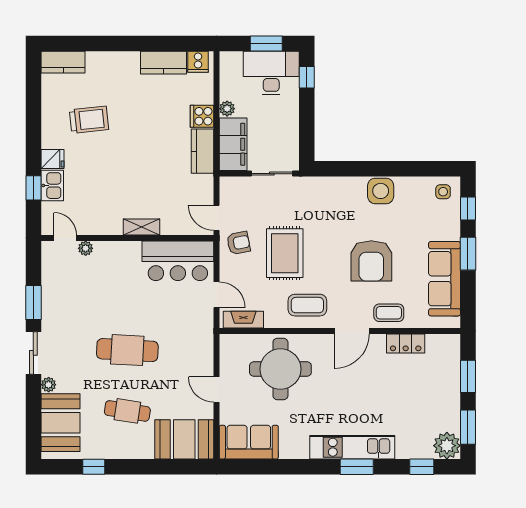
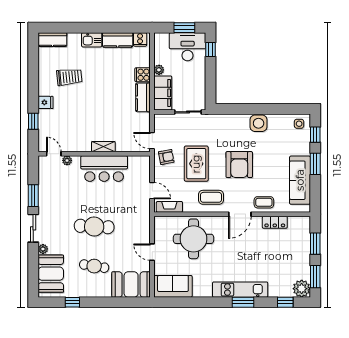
kitchen sink: (52, 186) -> (92, 40), moved, turned 90
bar counter: (178, 261) -> (104, 169), moved
armchair: (371, 261) -> (239, 165), moved

